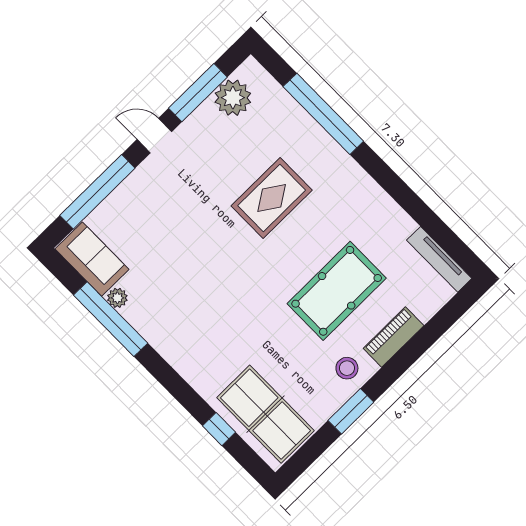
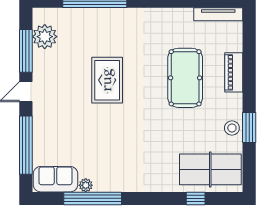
rug: (272, 198) -> (107, 80), moved
stool: (347, 368) -> (232, 128), moved

